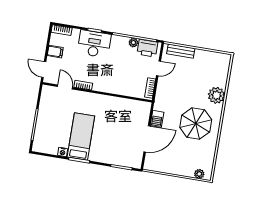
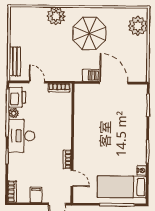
desk: (94, 44) -> (22, 136), moved
door: (65, 87) -> (72, 179), swing flipped
bed: (81, 136) -> (122, 187), moved
plant: (199, 174) -> (138, 26), width x1.88, depth x1.88

